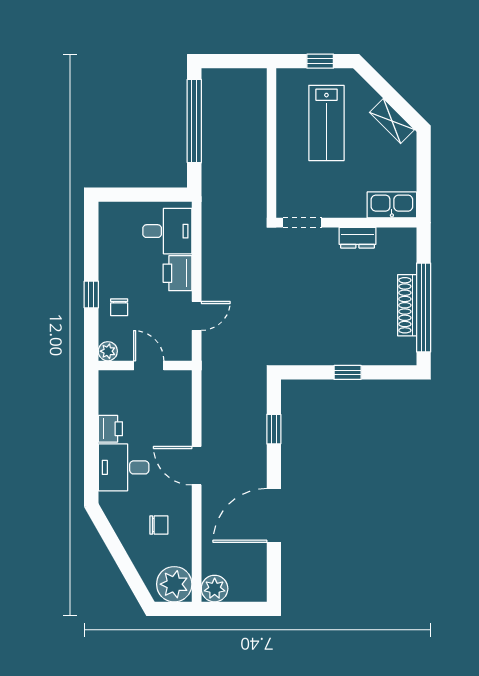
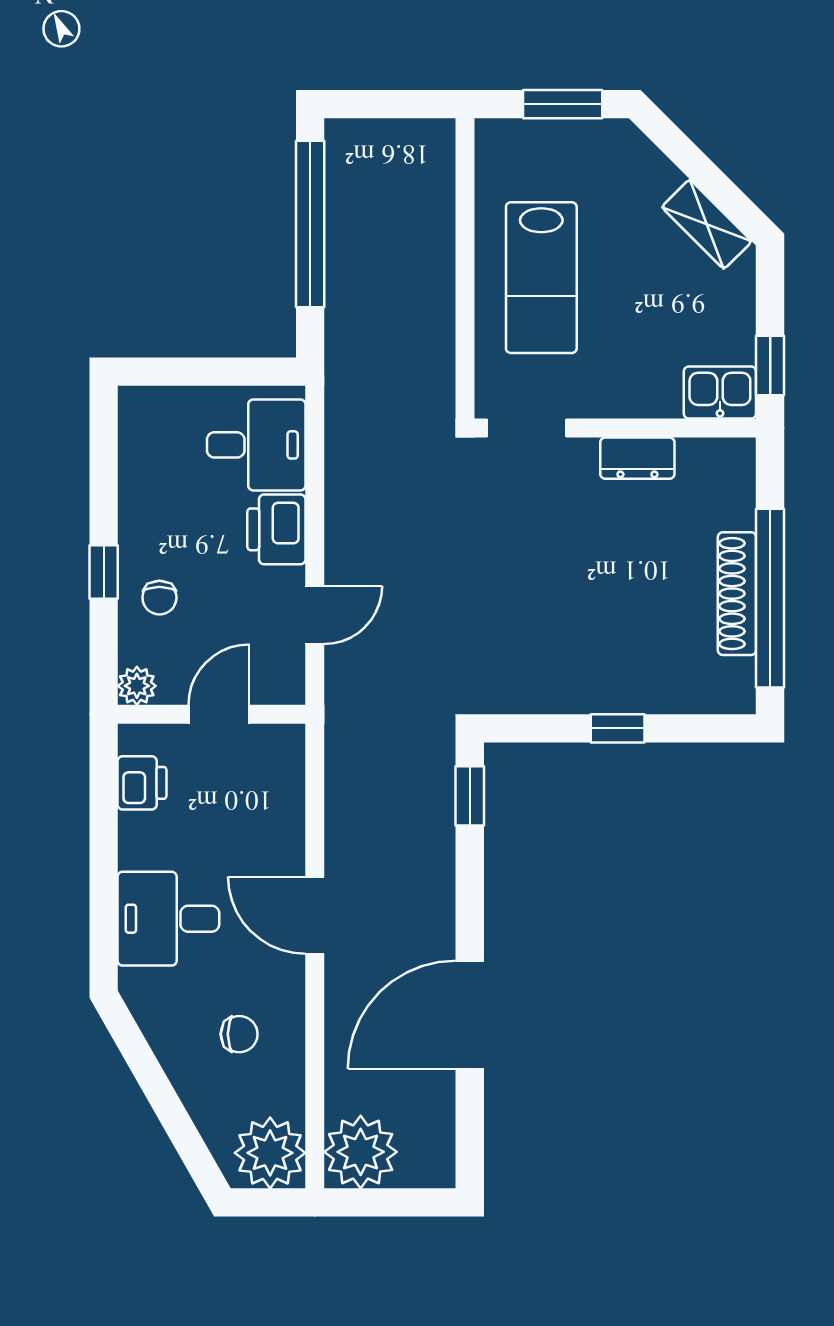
window: (320, 61) -> (563, 104), width x1.50
lab bench: (326, 123) -> (541, 278), moved
window: (424, 191) -> (770, 366), added
kitchen sink: (392, 205) -> (720, 392), width x0.73
door: (149, 365) -> (219, 714), hinge flipped
printer: (110, 429) -> (142, 783), moved
window: (274, 429) -> (470, 796), moved
plant: (215, 589) -> (361, 1152), width x1.36, depth x1.36

